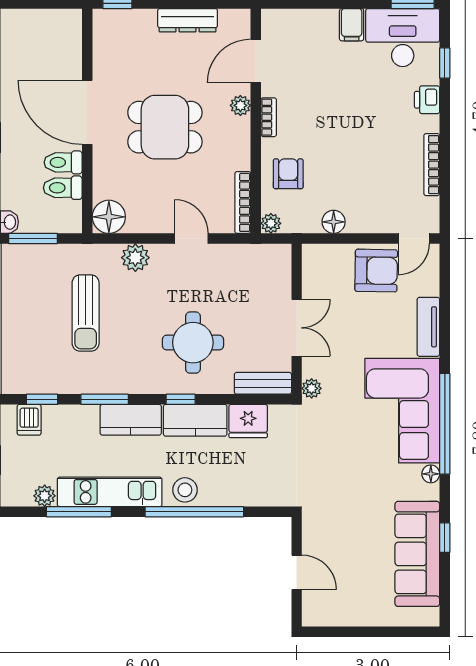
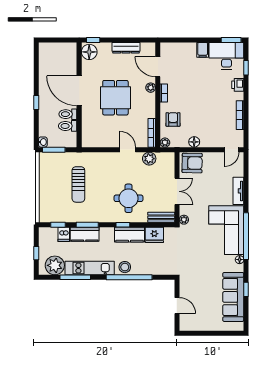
door: (256, 61) -> (158, 67), hinge flipped
dining table: (165, 127) -> (115, 98), turned 90
floor lamp: (109, 217) -> (89, 52), moved
plant: (135, 258) -> (149, 159), moved
armchair: (376, 271) -> (192, 163), moved
dishwasher: (29, 420) -> (64, 234), moved
kitchen counter: (131, 420) -> (85, 234), moved
plant: (45, 496) -> (55, 265), width x1.88, depth x1.88

